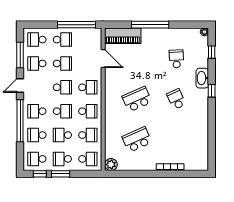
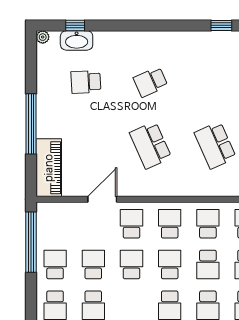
door: (103, 58) -> (102, 199), moved
washbasin: (202, 78) -> (77, 40), moved
window: (212, 91) -> (221, 25), moved

